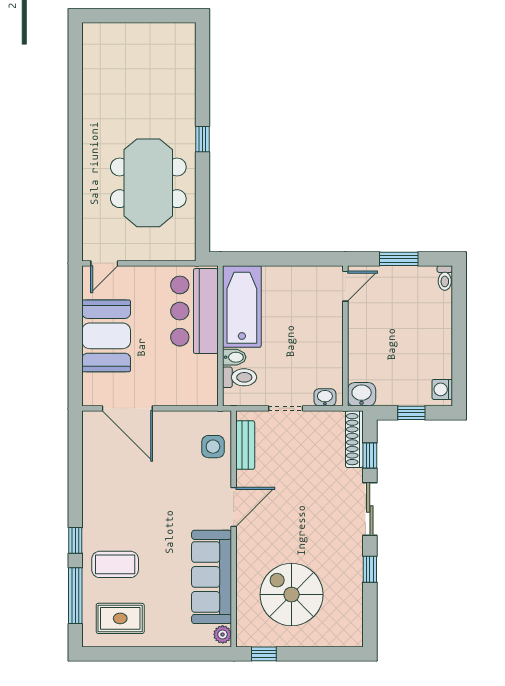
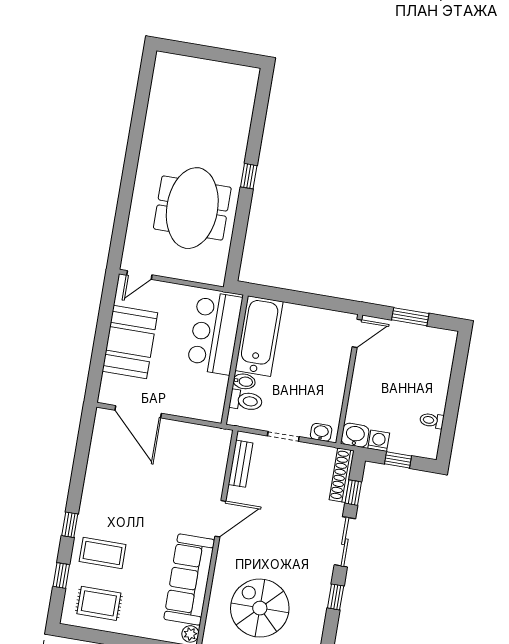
toilet: (445, 278) -> (432, 420), moved, turned 90
washing machine: (442, 389) -> (379, 441), moved, turned 90
side table: (213, 447) -> (211, 460), removed
window: (75, 596) -> (61, 576), width x0.46

